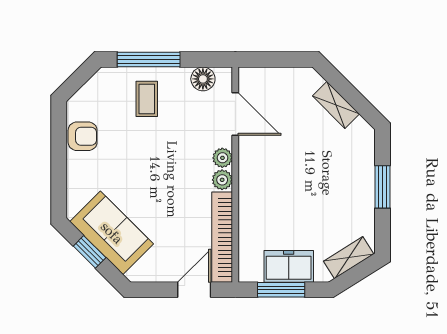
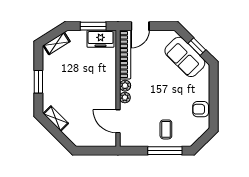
floor lamp: (203, 79) -> (135, 140), removed
shelving: (336, 105) -> (56, 118), moved
freezer: (289, 266) -> (101, 39), moved

